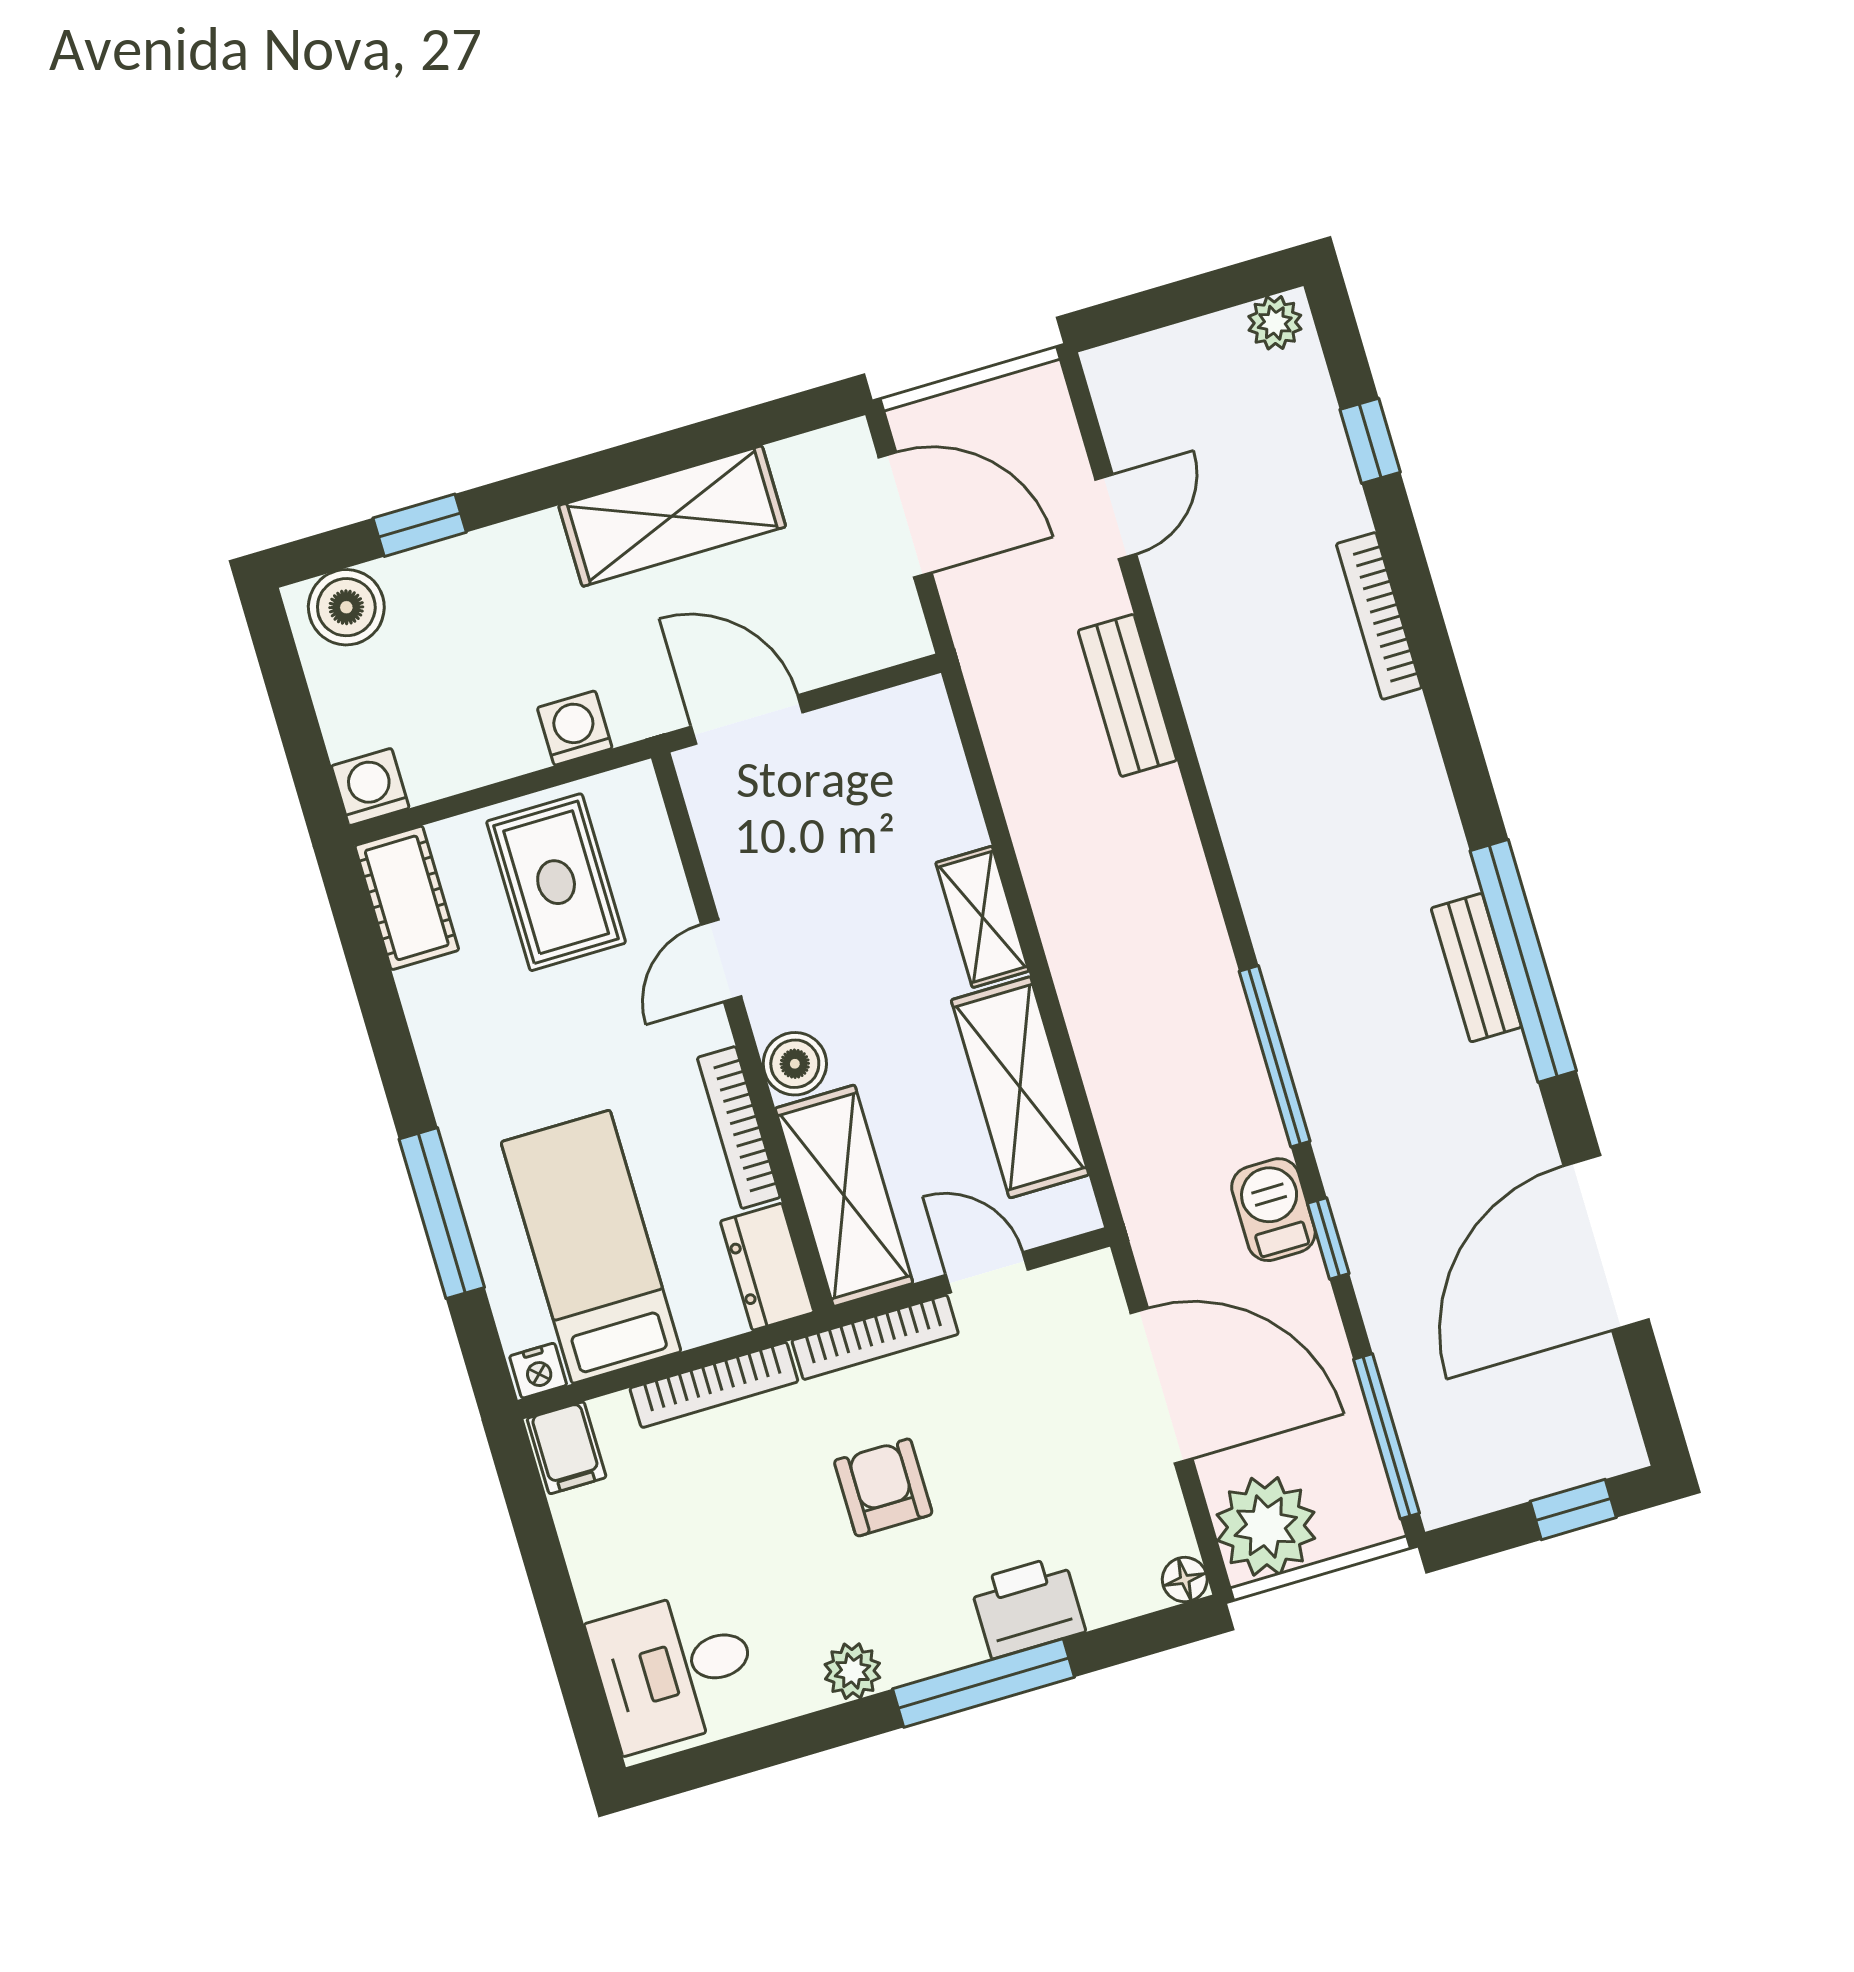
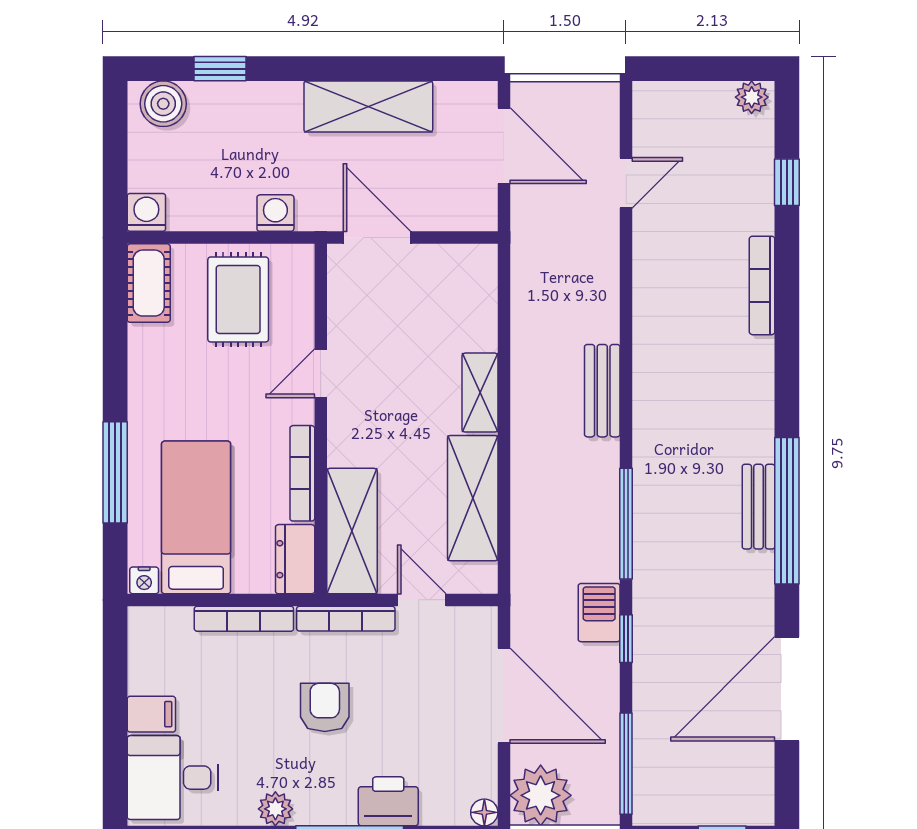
bench: (1127, 695) -> (602, 391), moved
boiler: (795, 1064) -> (346, 446), removed
filing cabinet: (567, 1448) -> (151, 714), moved, turned -90

